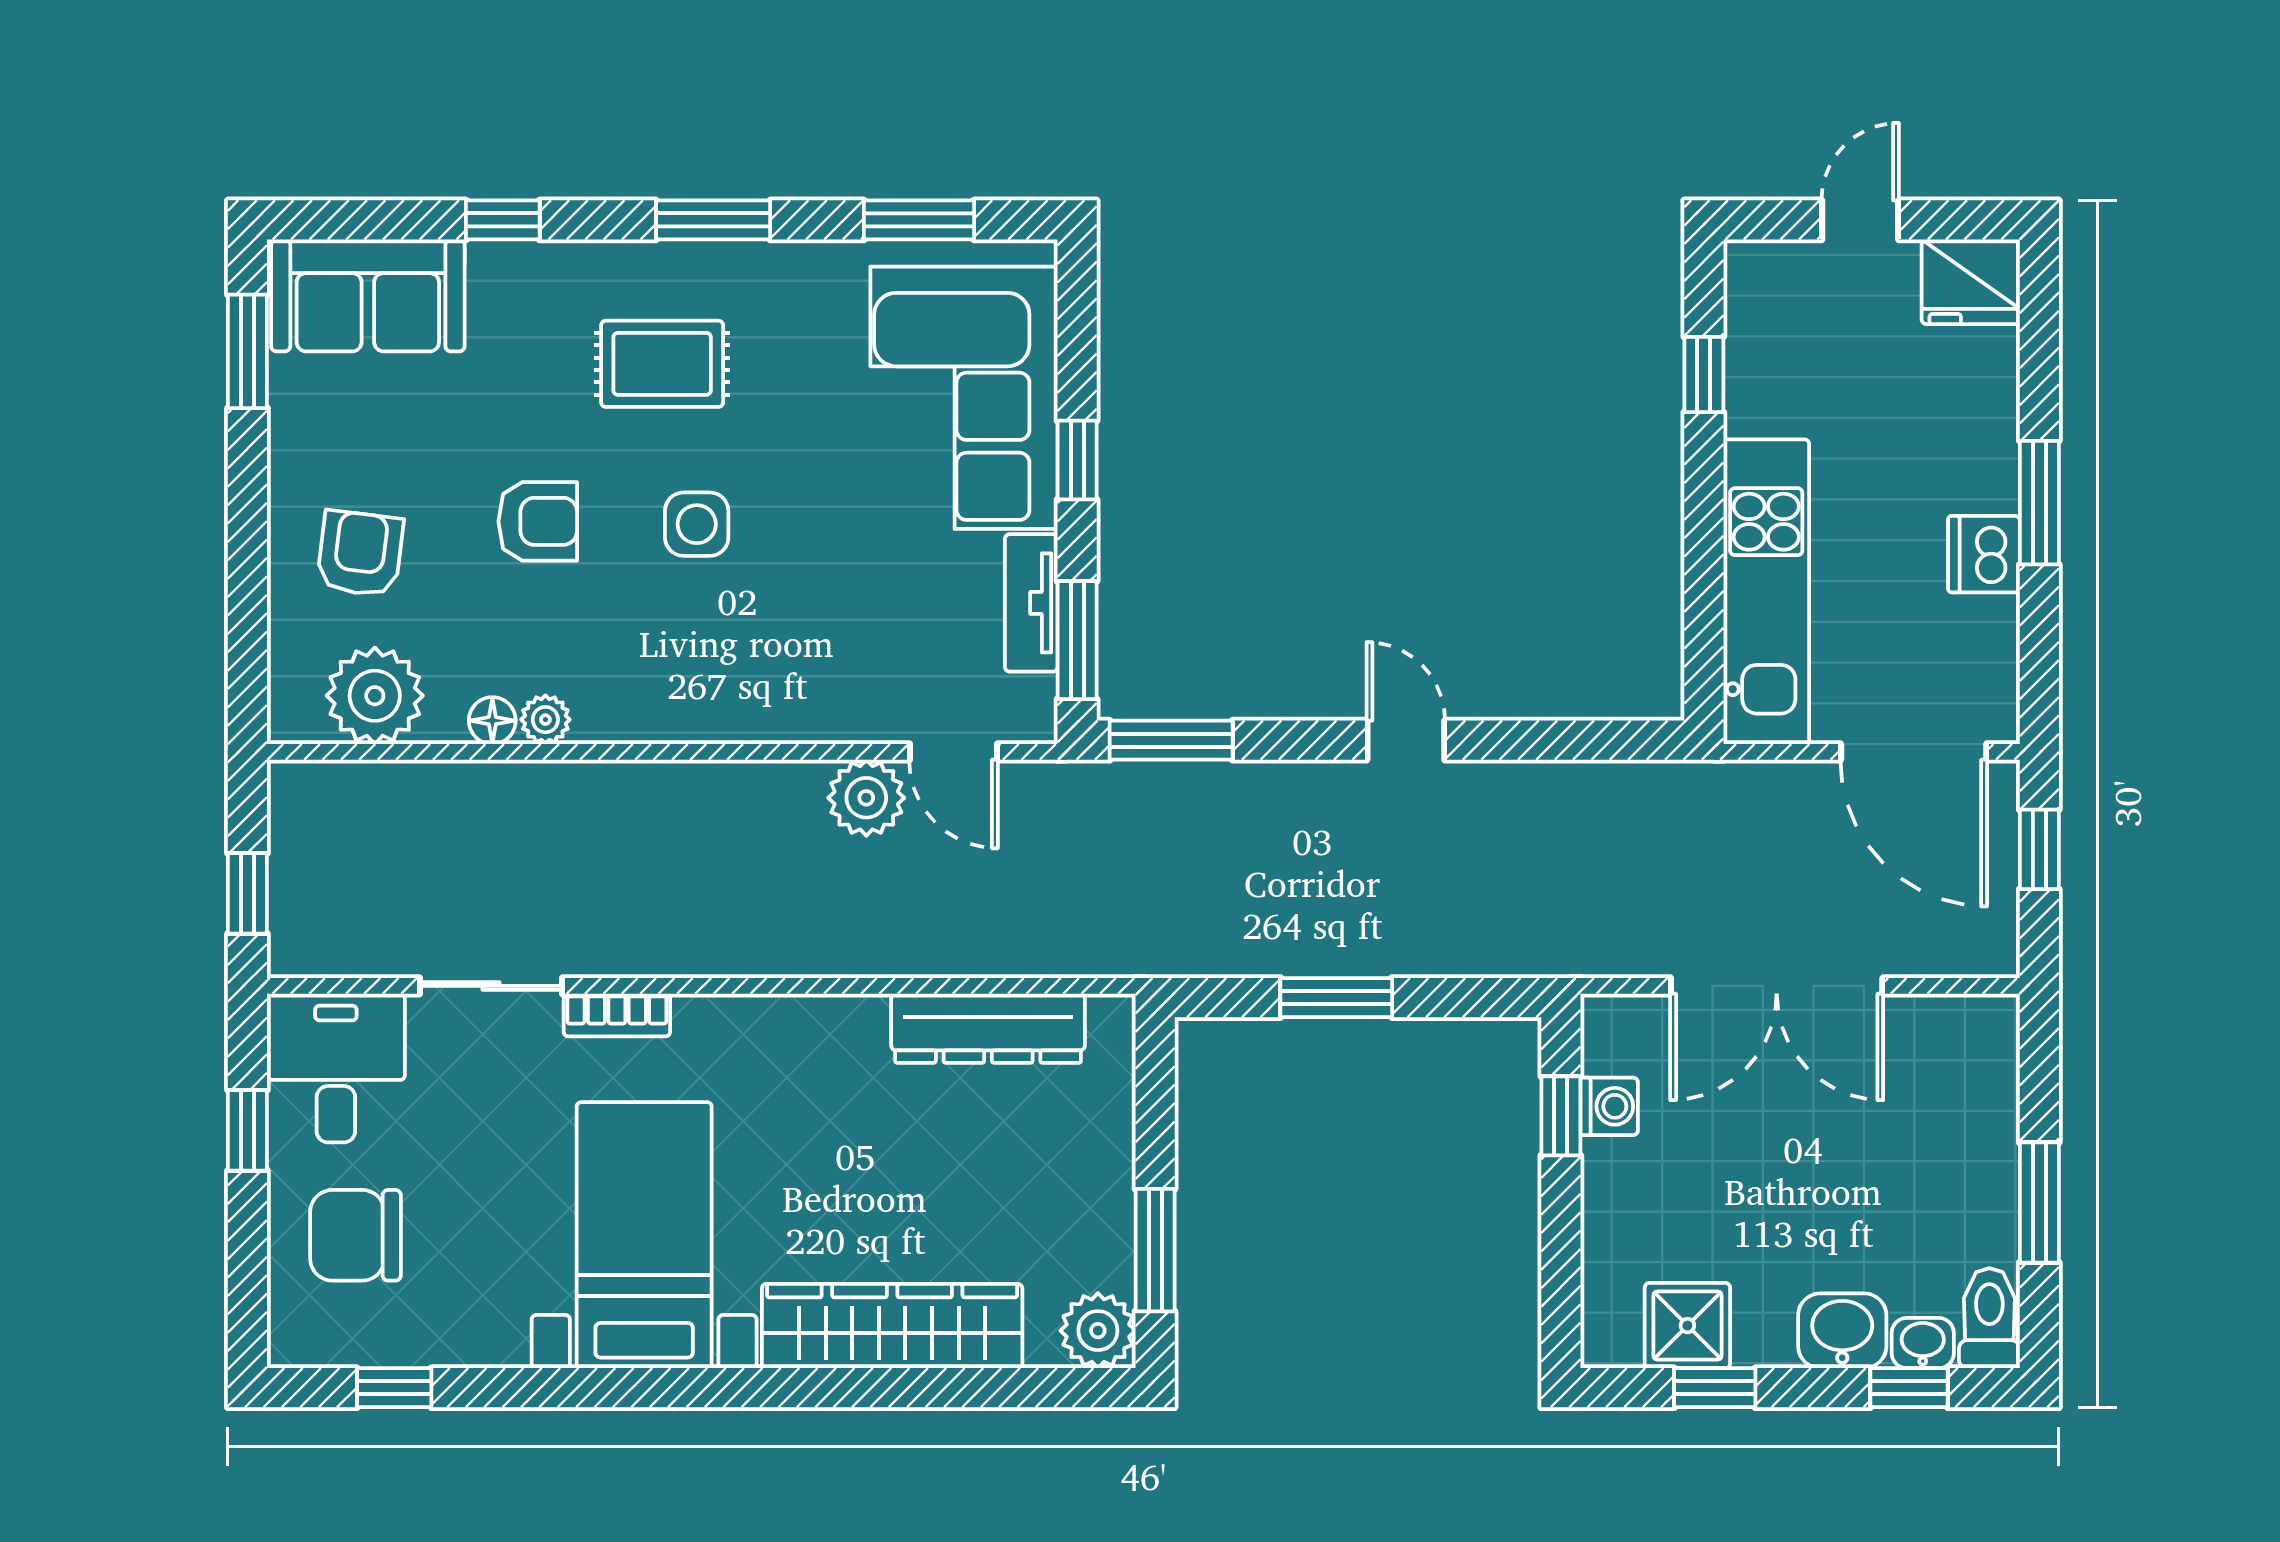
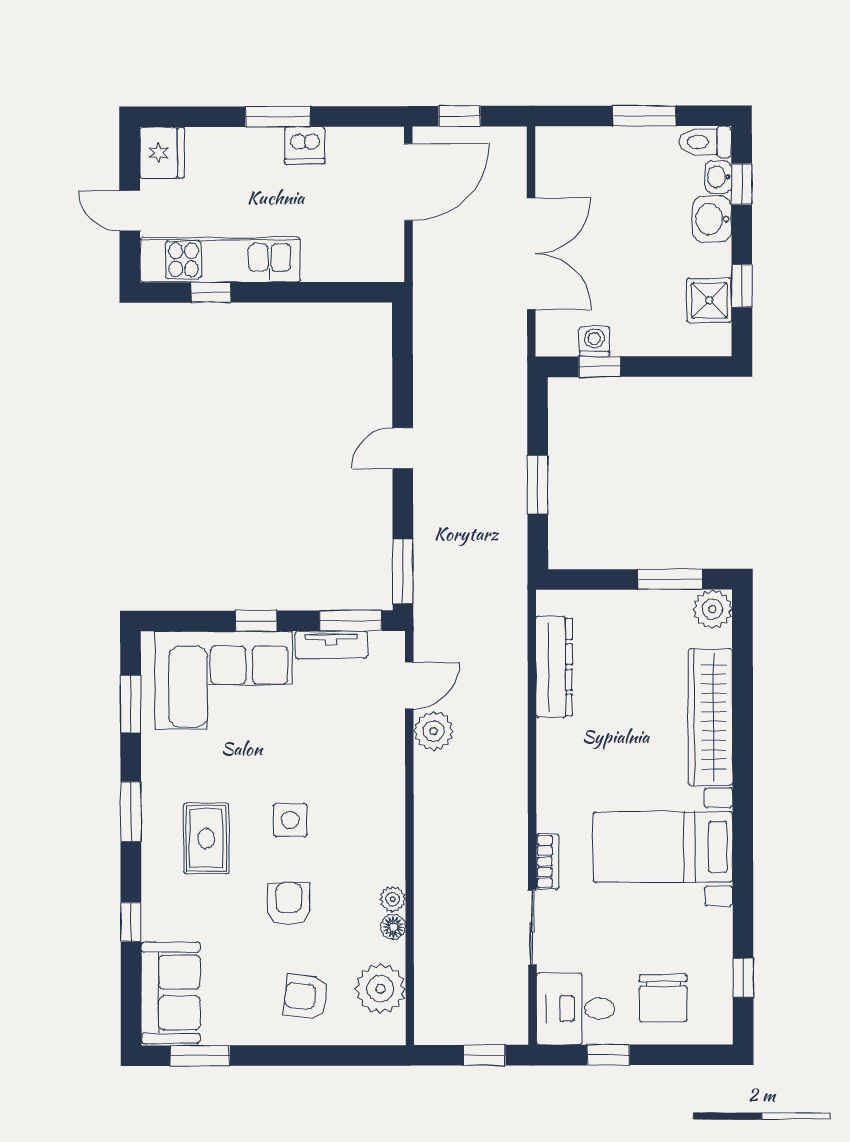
kitchen unit: (1766, 592) -> (220, 260), moved

